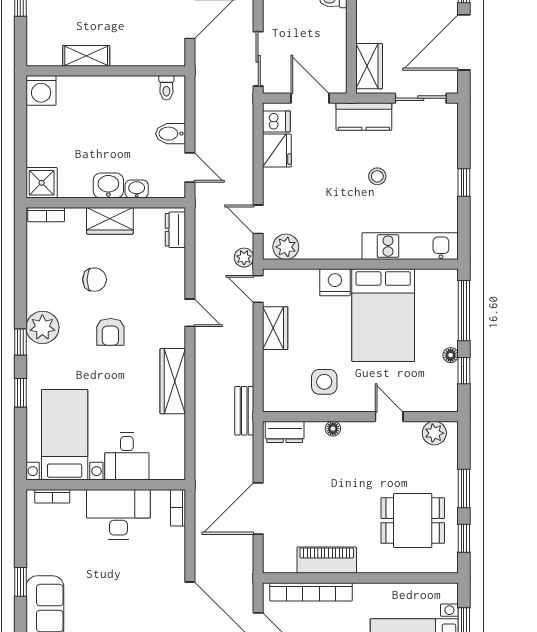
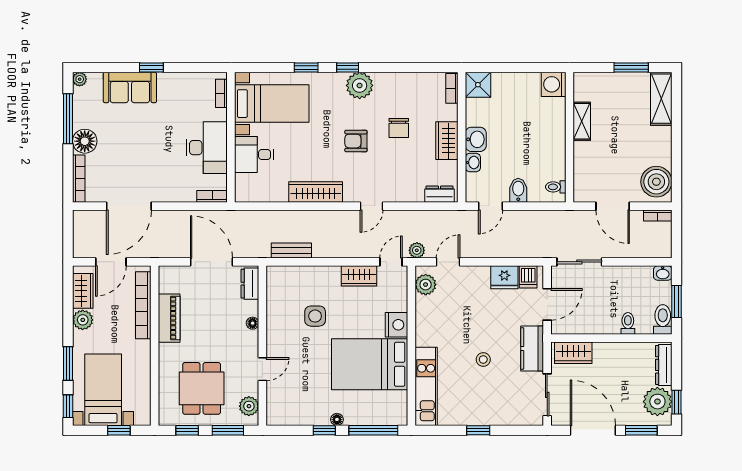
wall: (360, 417) -> (262, 346), moved
door: (389, 417) -> (262, 369), moved
floor lamp: (333, 429) -> (253, 323), moved
dresser: (285, 432) -> (250, 284), moved
plant: (434, 433) -> (249, 406), moved

